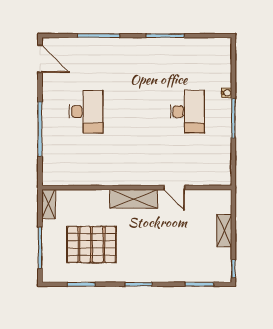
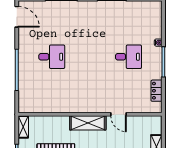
desk: (86, 112) -> (52, 57), width x0.73
desk: (187, 112) -> (128, 57), width x0.73
locker: (224, 156) -> (157, 91), added

